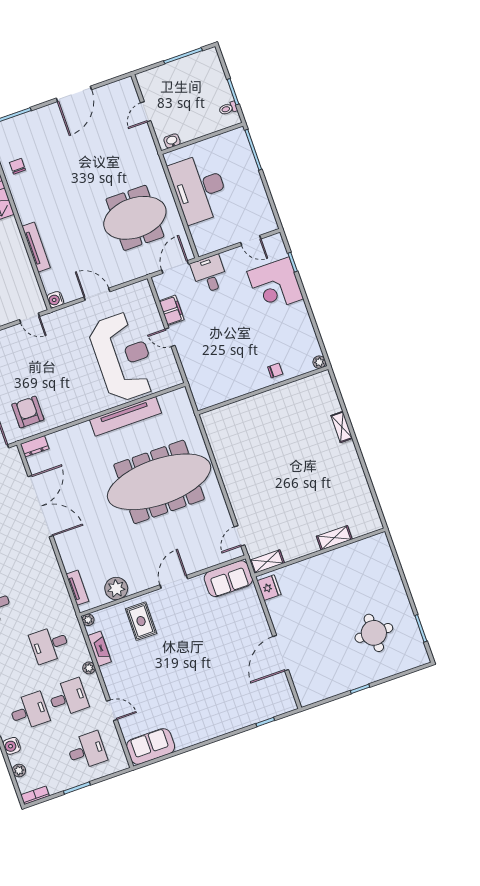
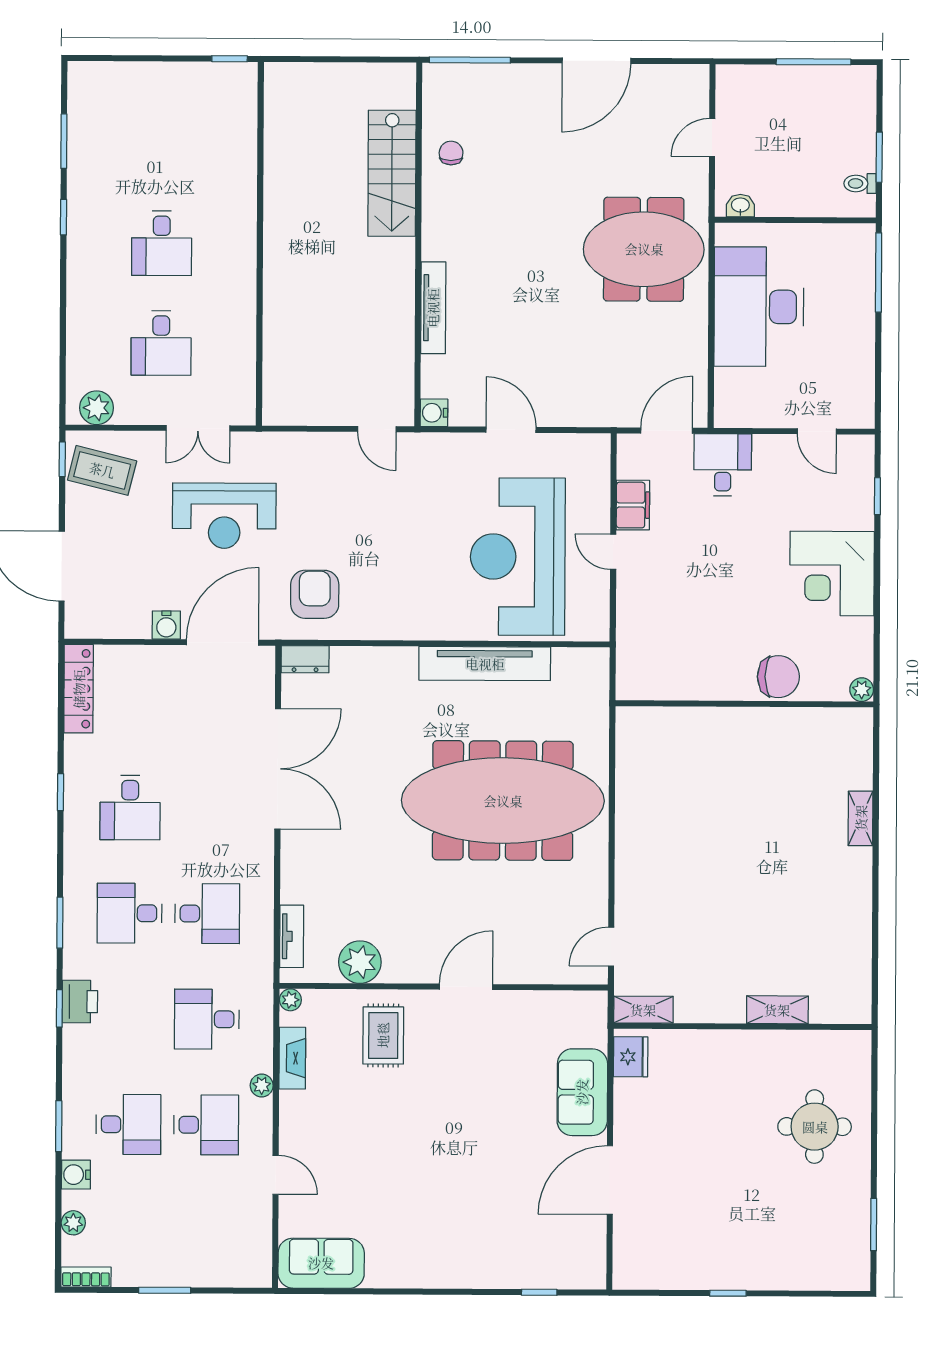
meeting table: (135, 218) -> (644, 249), moved
corner desk: (275, 285) -> (832, 574), moved
reception desk: (123, 357) -> (518, 557), turned 180
chair: (275, 370) -> (778, 677), width x1.87, depth x1.87
sofa: (228, 579) -> (582, 1092), moved, turned 90
round table: (374, 633) -> (815, 1127), moved
desk: (87, 751) -> (207, 914), moved

